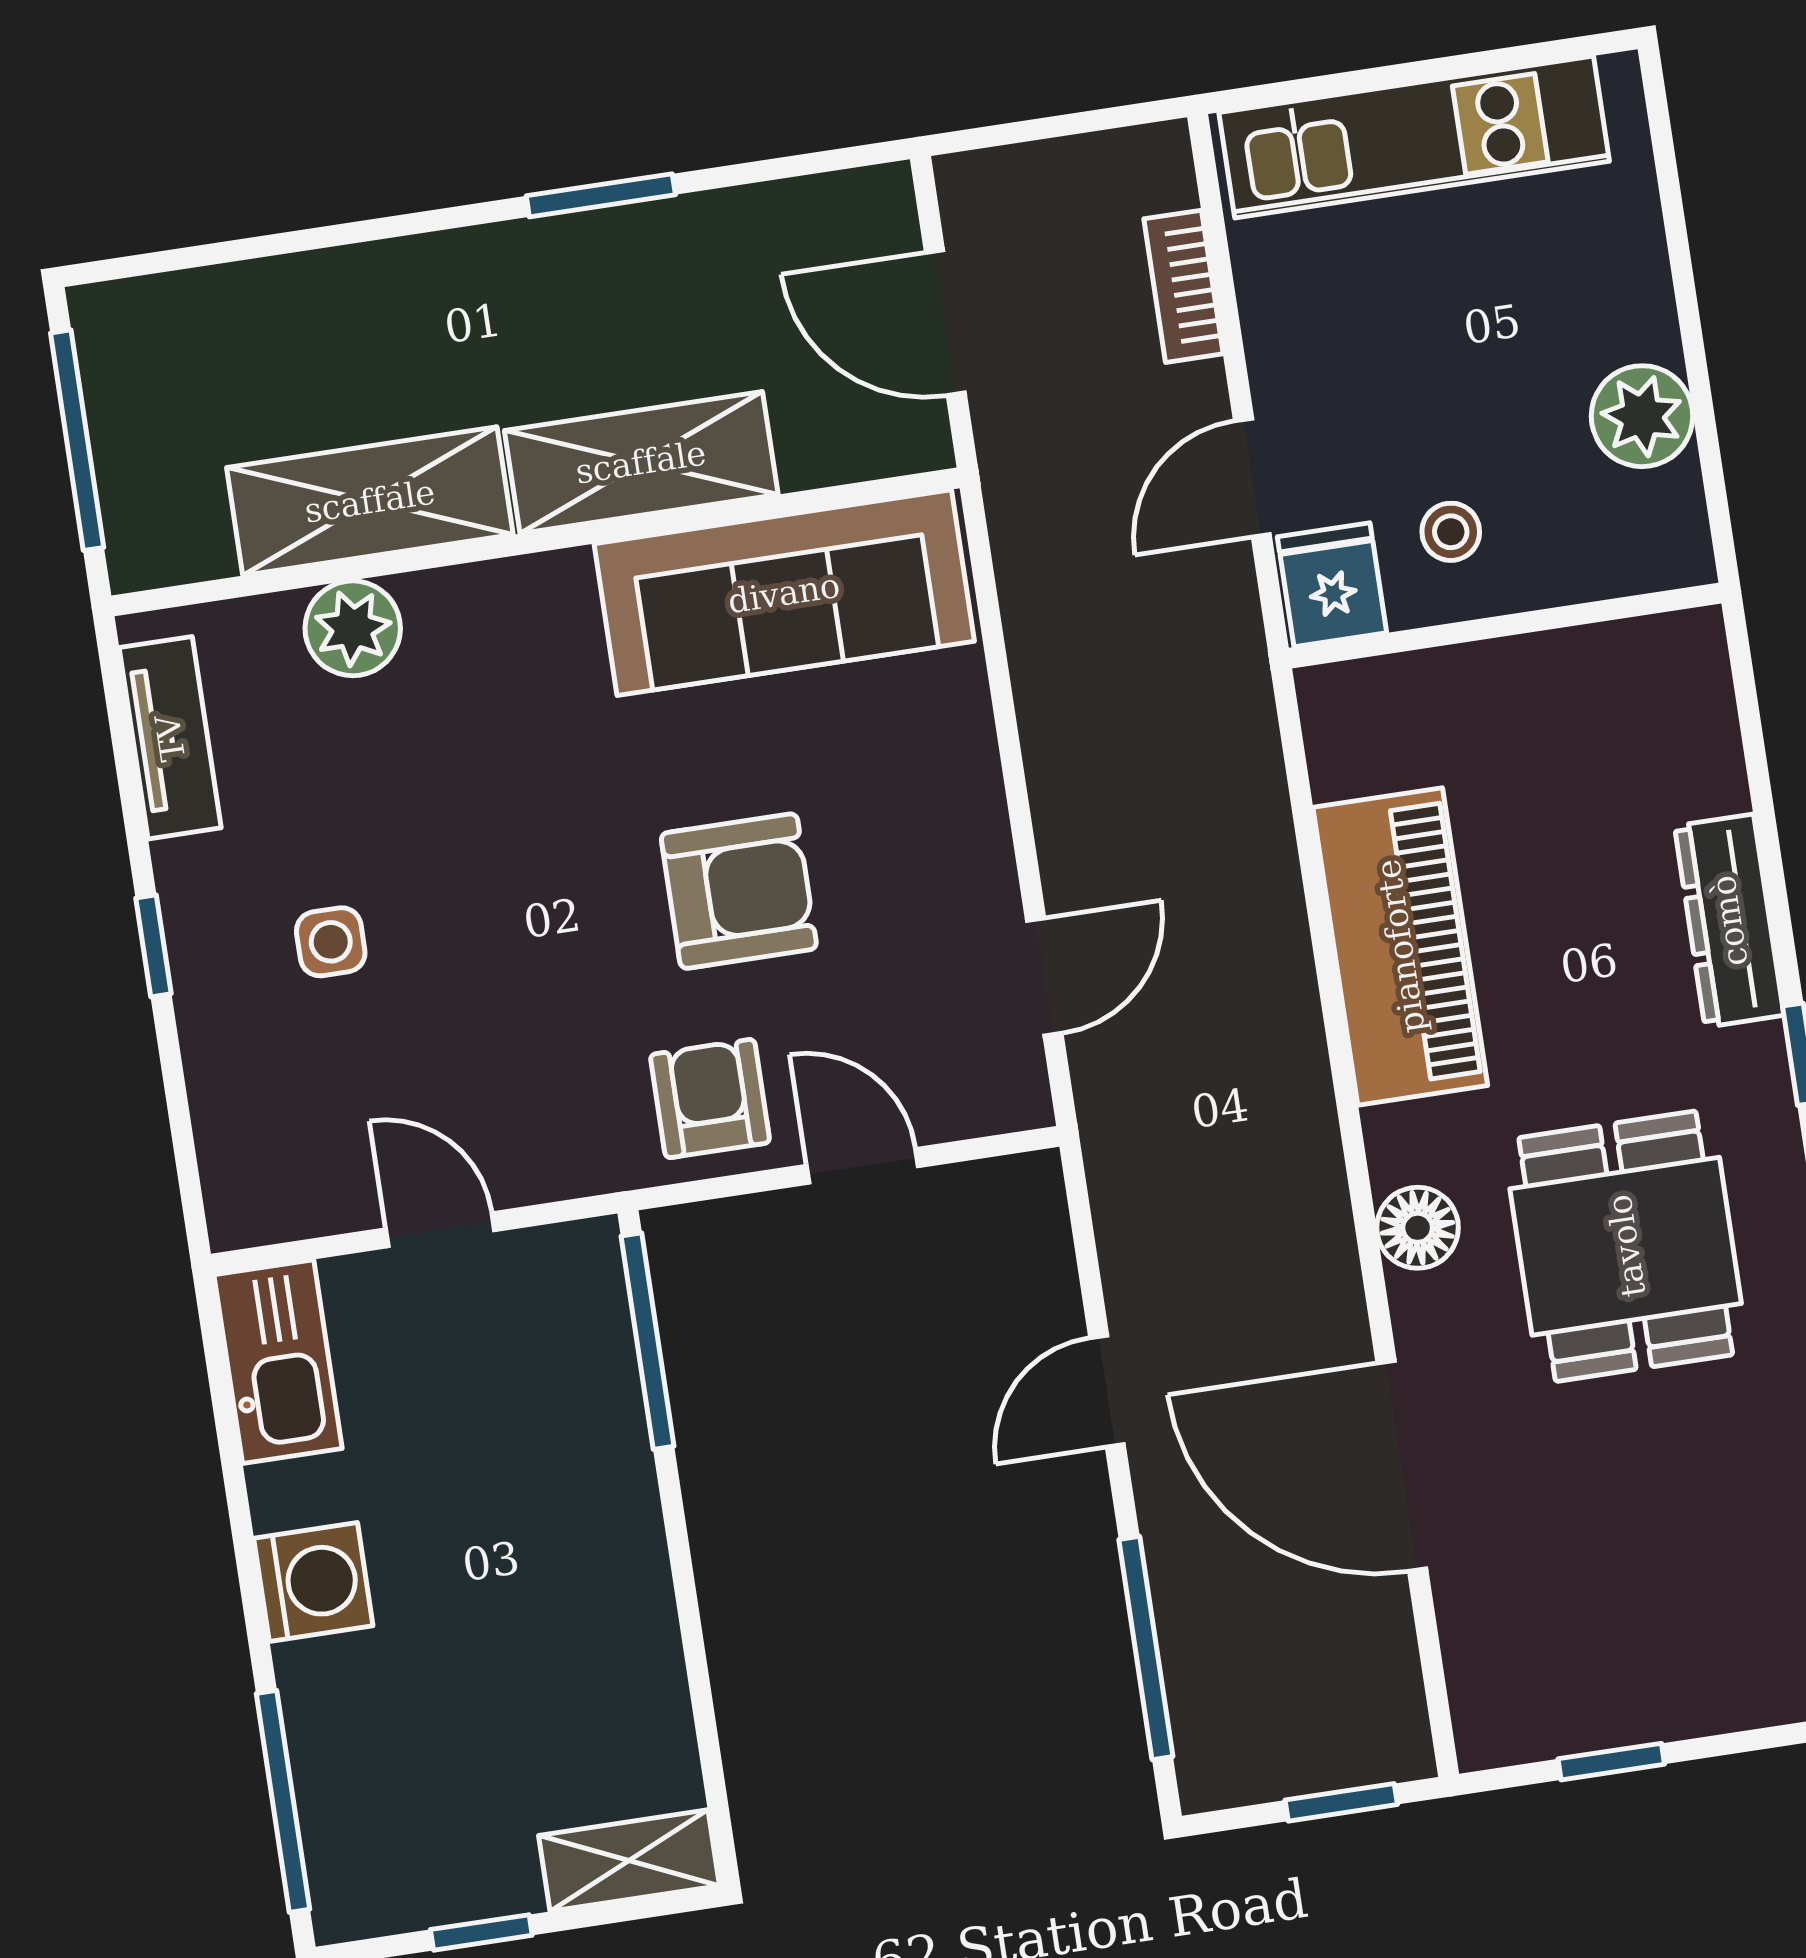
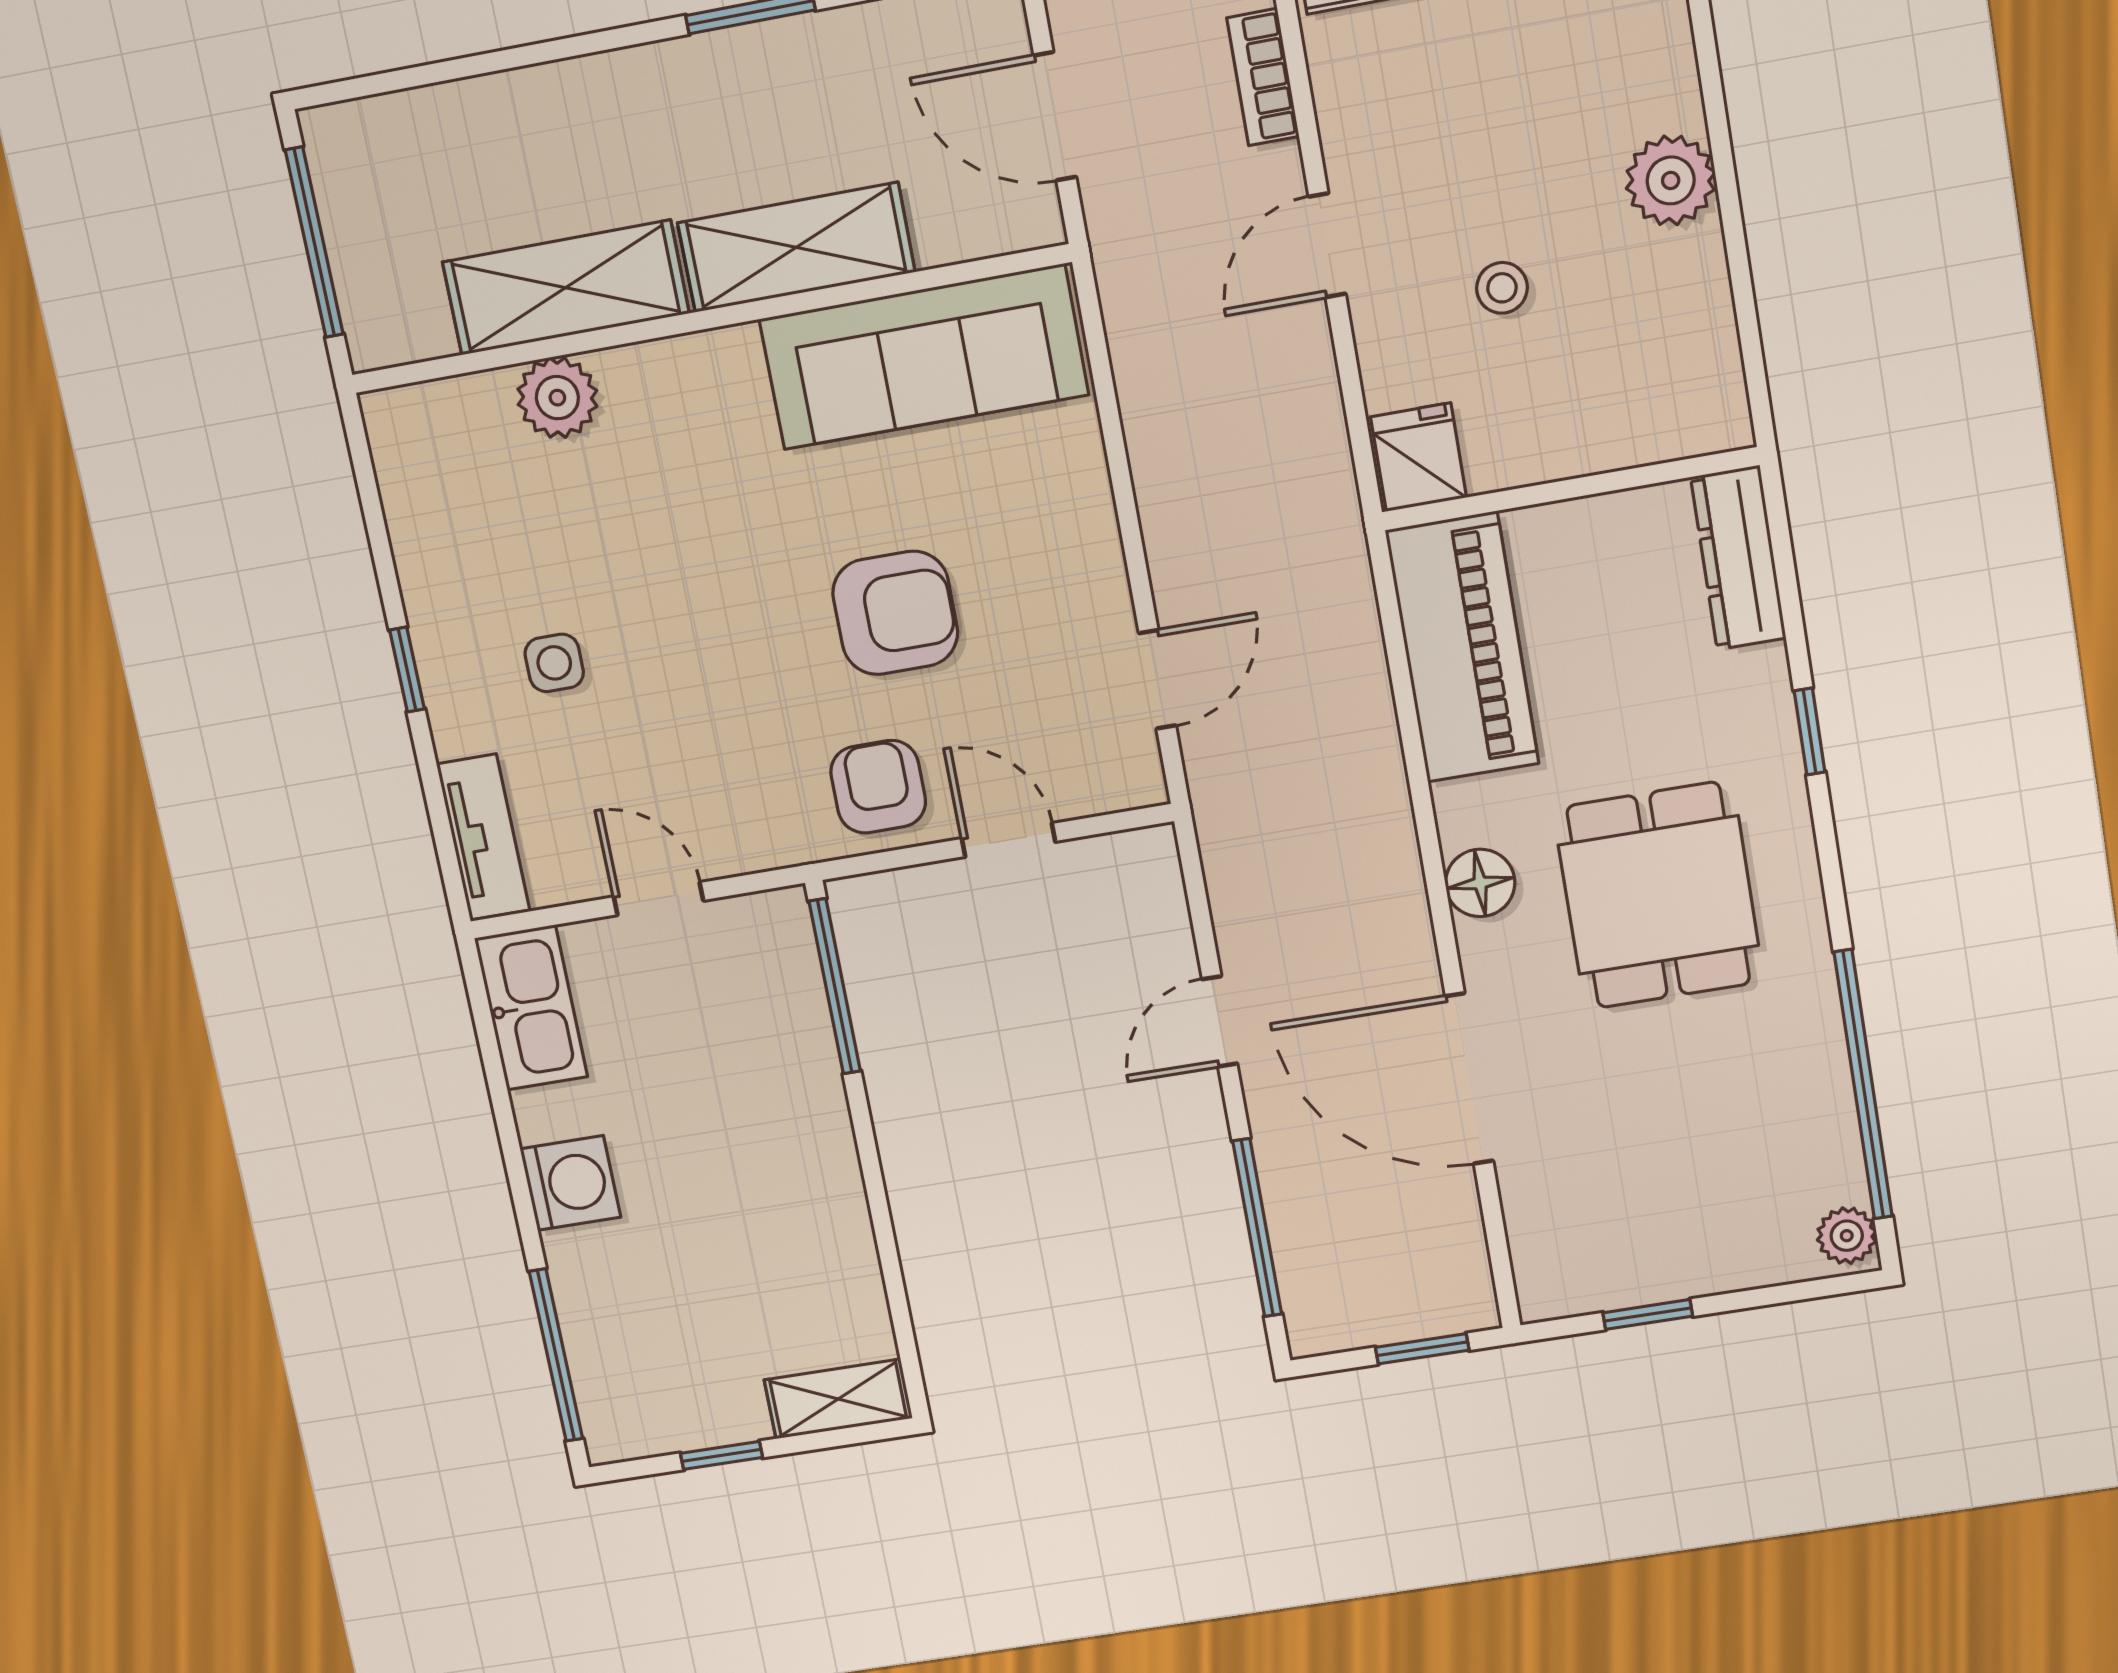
fridge: (1332, 585) -> (1419, 457), moved
wall: (1505, 626) -> (1570, 489), moved
tv unit: (170, 738) -> (483, 837), moved
dresser: (1729, 921) -> (1738, 558), moved

